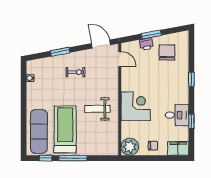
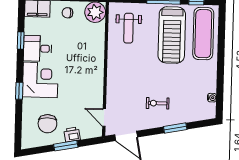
corner desk: (136, 106) -> (40, 80), moved, turned 180
weight bench: (97, 109) -> (129, 28), moved, turned 90

